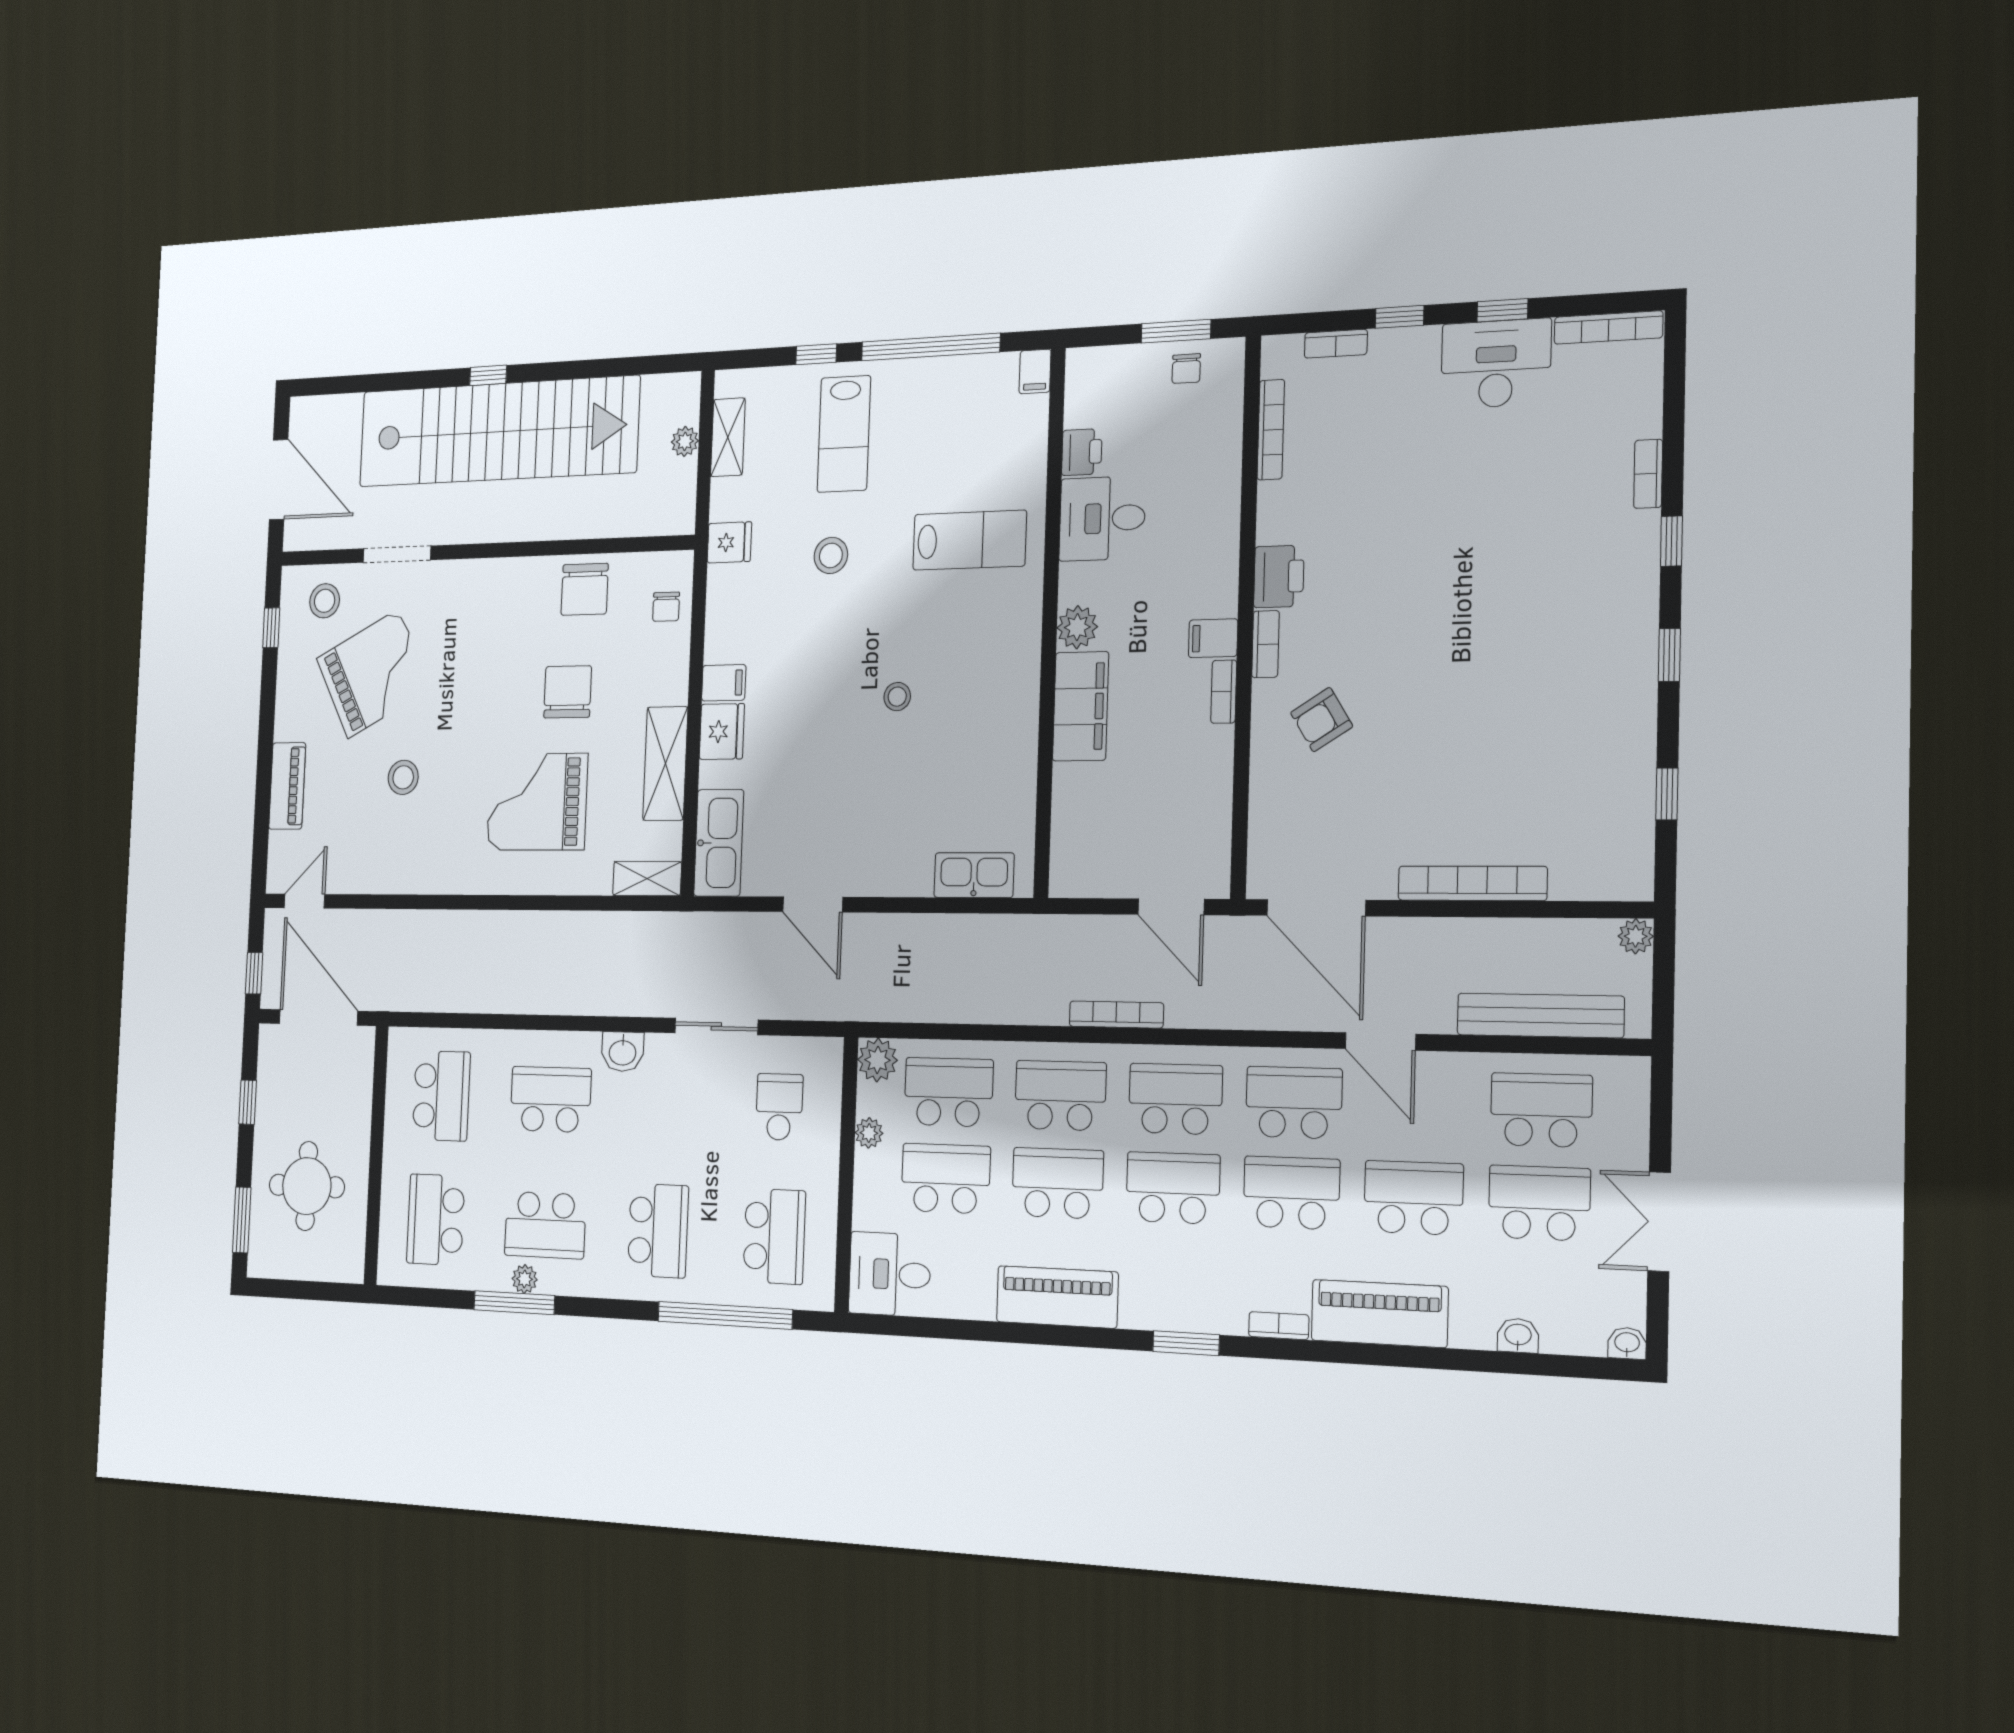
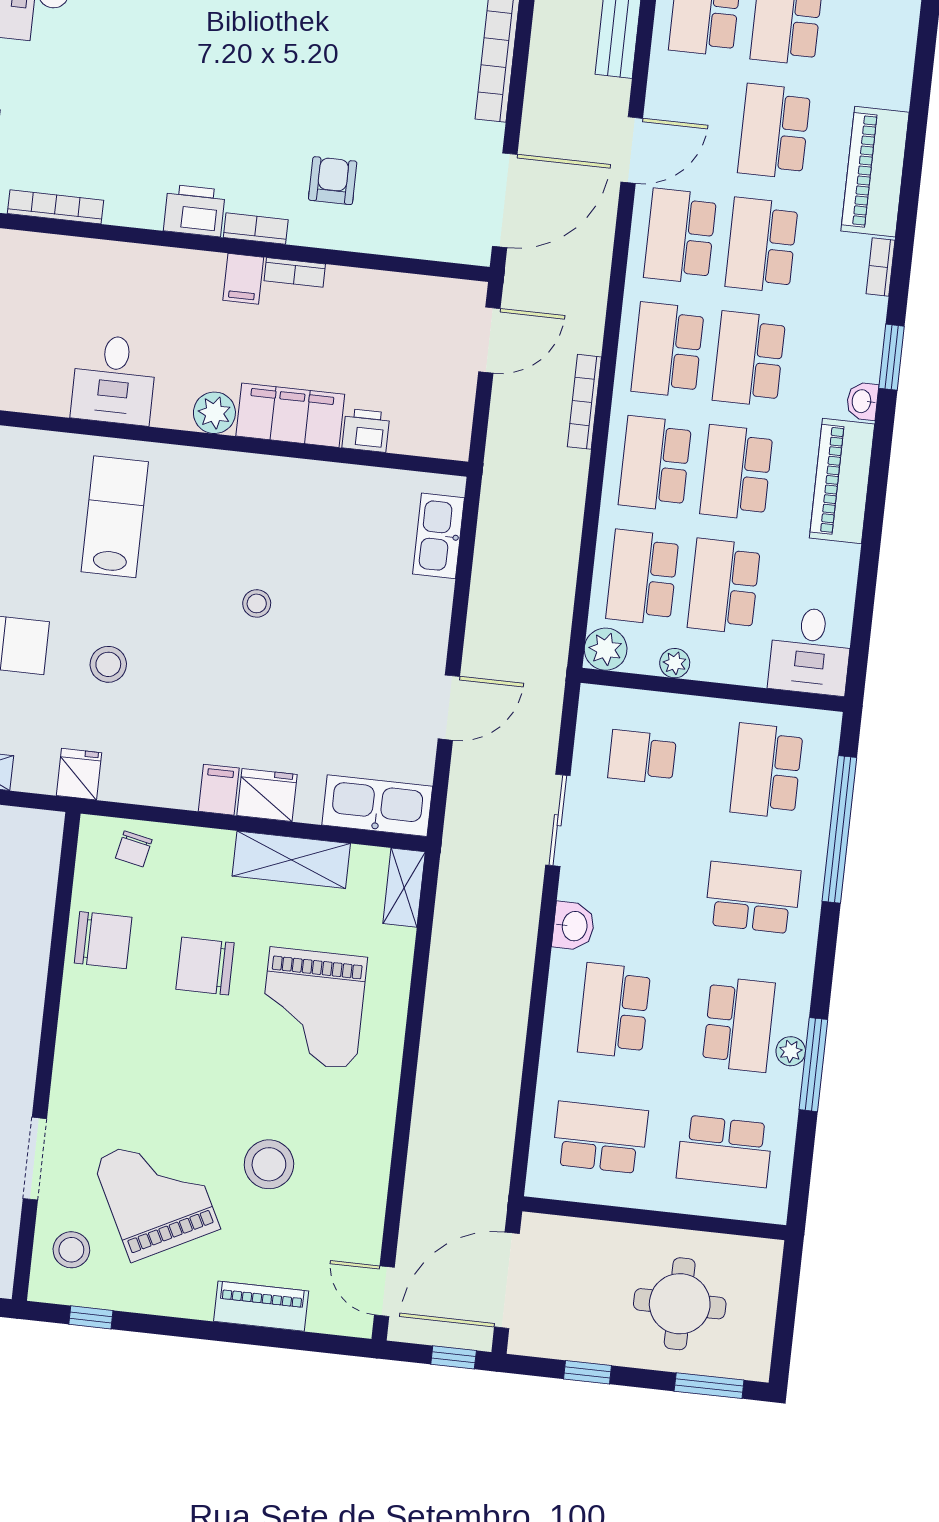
printer: (1082, 452) -> (366, 430), moved
chair: (666, 607) -> (134, 849), turned 102
armchair: (1322, 720) -> (333, 181), turned -148
stool: (403, 777) -> (269, 1164), width x1.38, depth x1.38
school desk: (774, 1236) -> (767, 771), turned -90
washbasin: (1518, 1335) -> (862, 401), moved

